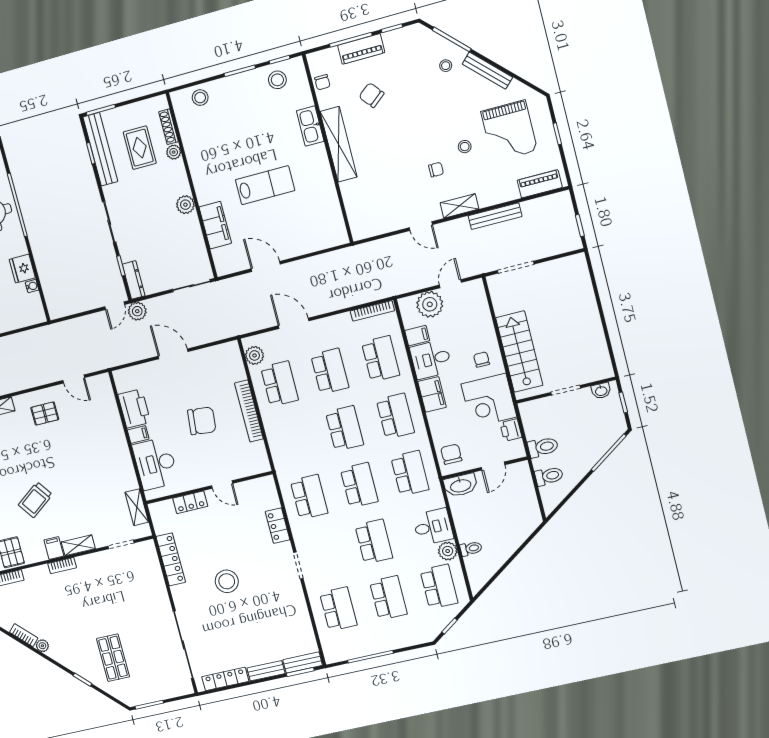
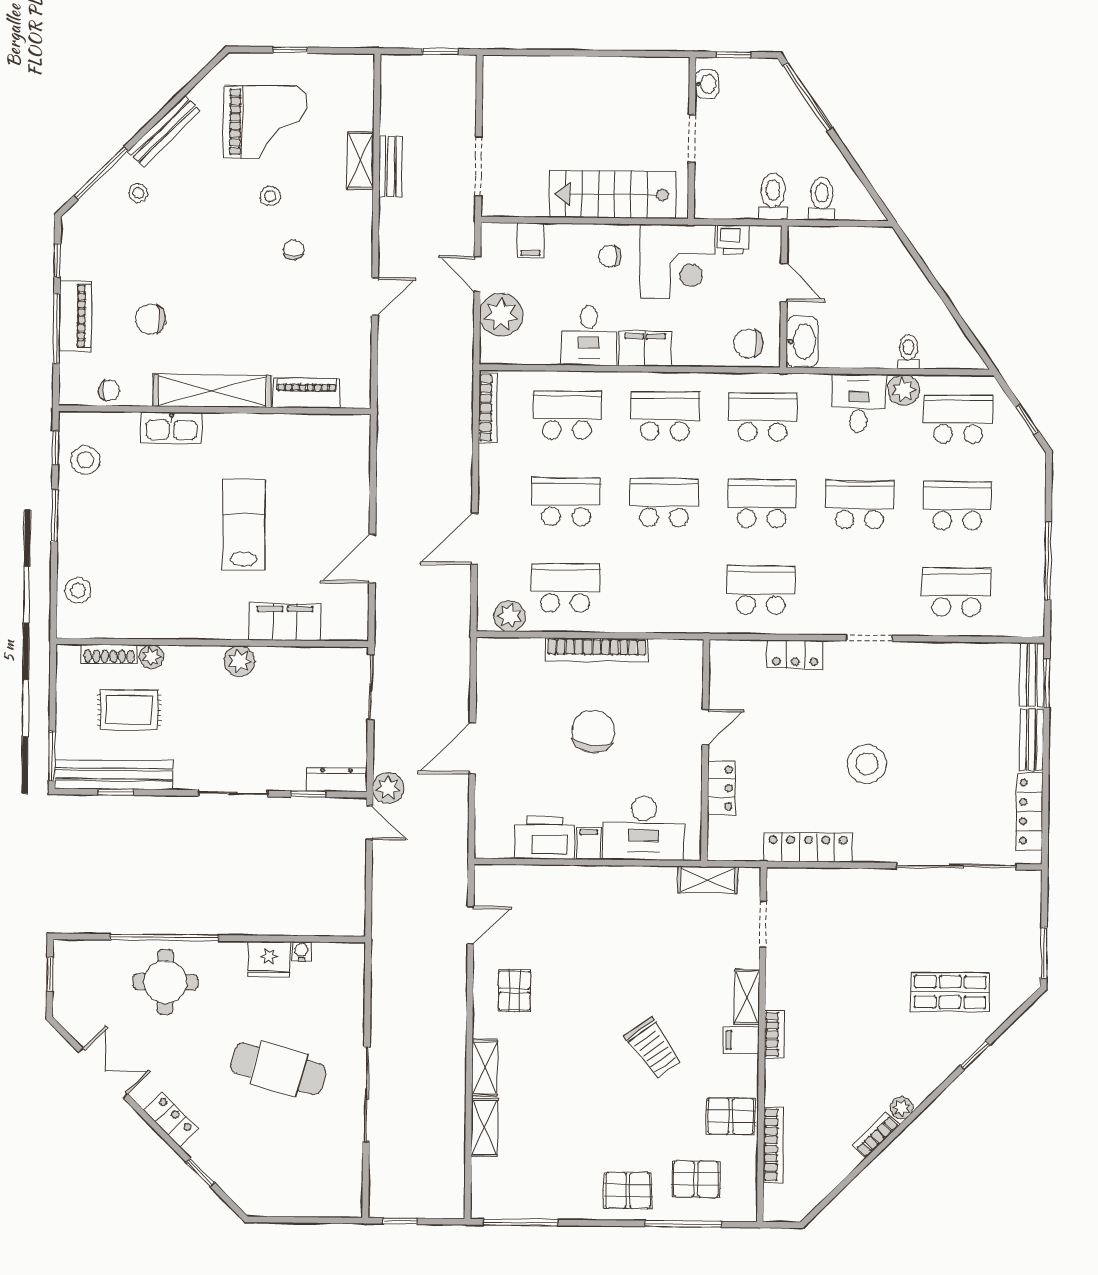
chair: (371, 95) -> (151, 319), turned 39
piano: (540, 184) -> (307, 393), moved, turned 90
shelving: (459, 206) -> (361, 161), moved
bench: (495, 216) -> (391, 166), width x0.73
filing cabinet: (417, 336) -> (531, 241), moved, turned 180

